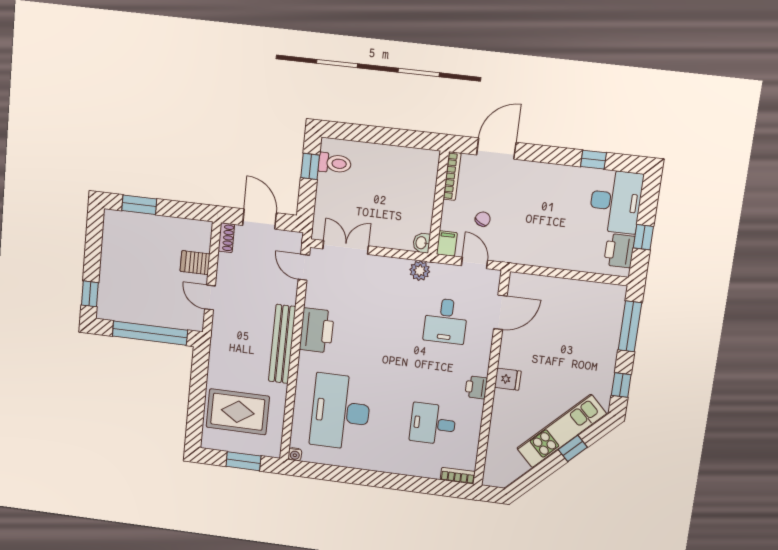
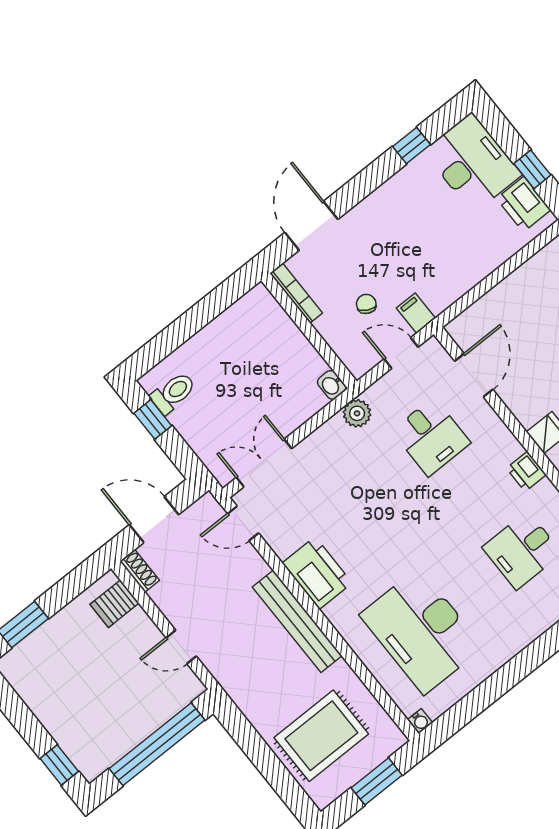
filing cabinet: (447, 243) -> (416, 313), moved
server rack: (195, 263) -> (115, 604), moved

